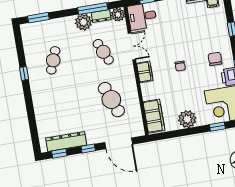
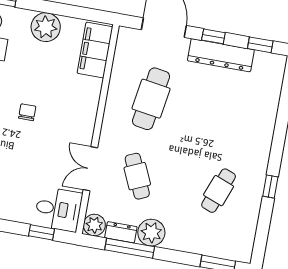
filing cabinet: (145, 72) -> (85, 123), removed
cafe table: (111, 100) -> (151, 99), turned 30
dresser: (66, 142) -> (221, 55), moved

